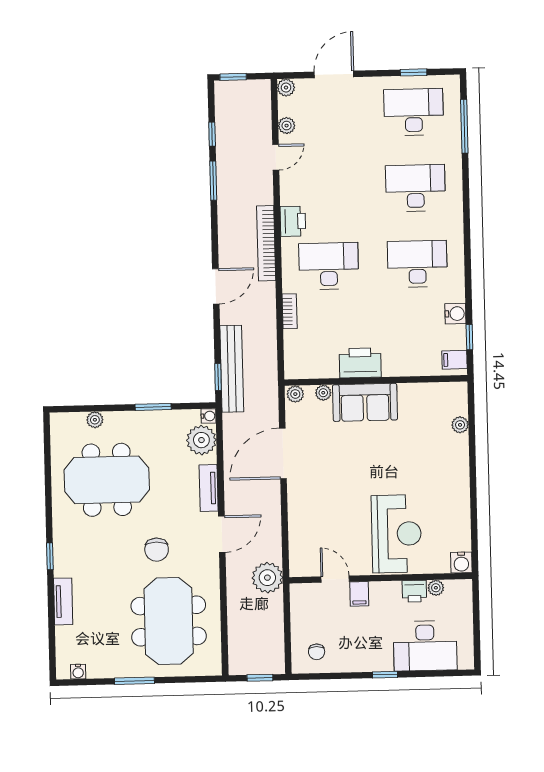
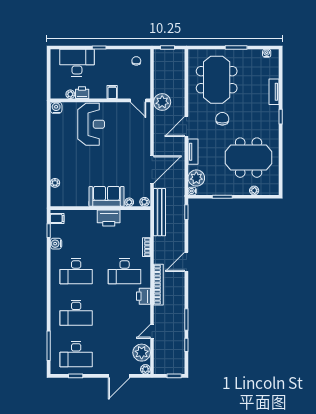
plant: (287, 126) -> (142, 353), width x1.88, depth x1.88
bench: (232, 369) -> (160, 212), moved
reception desk: (396, 534) -> (91, 124), turned 180
door: (335, 579) -> (138, 100), moved

